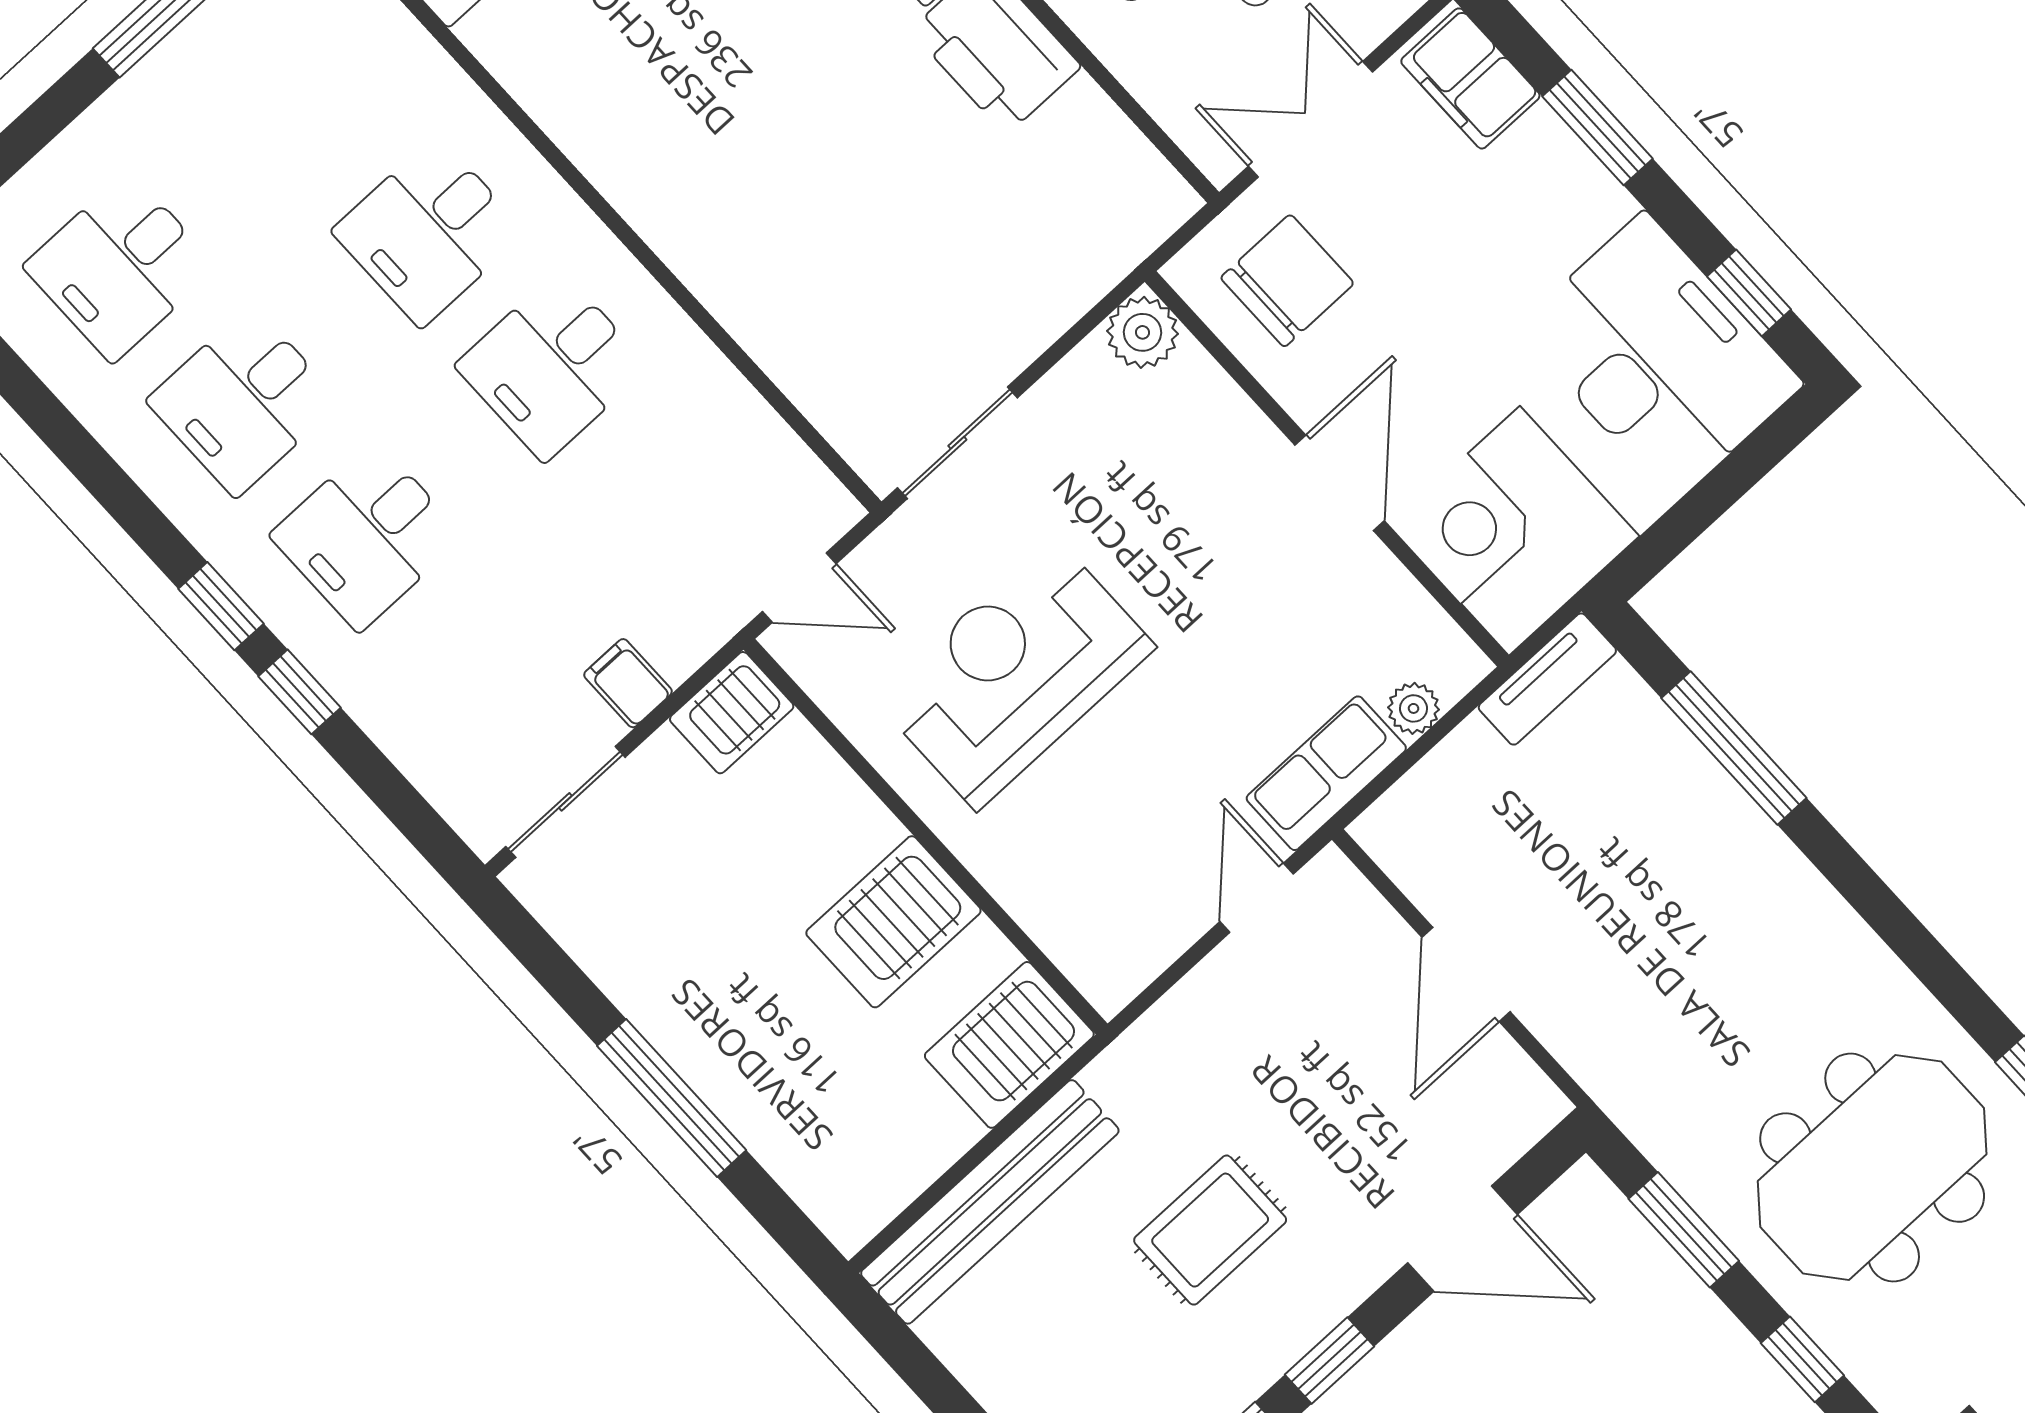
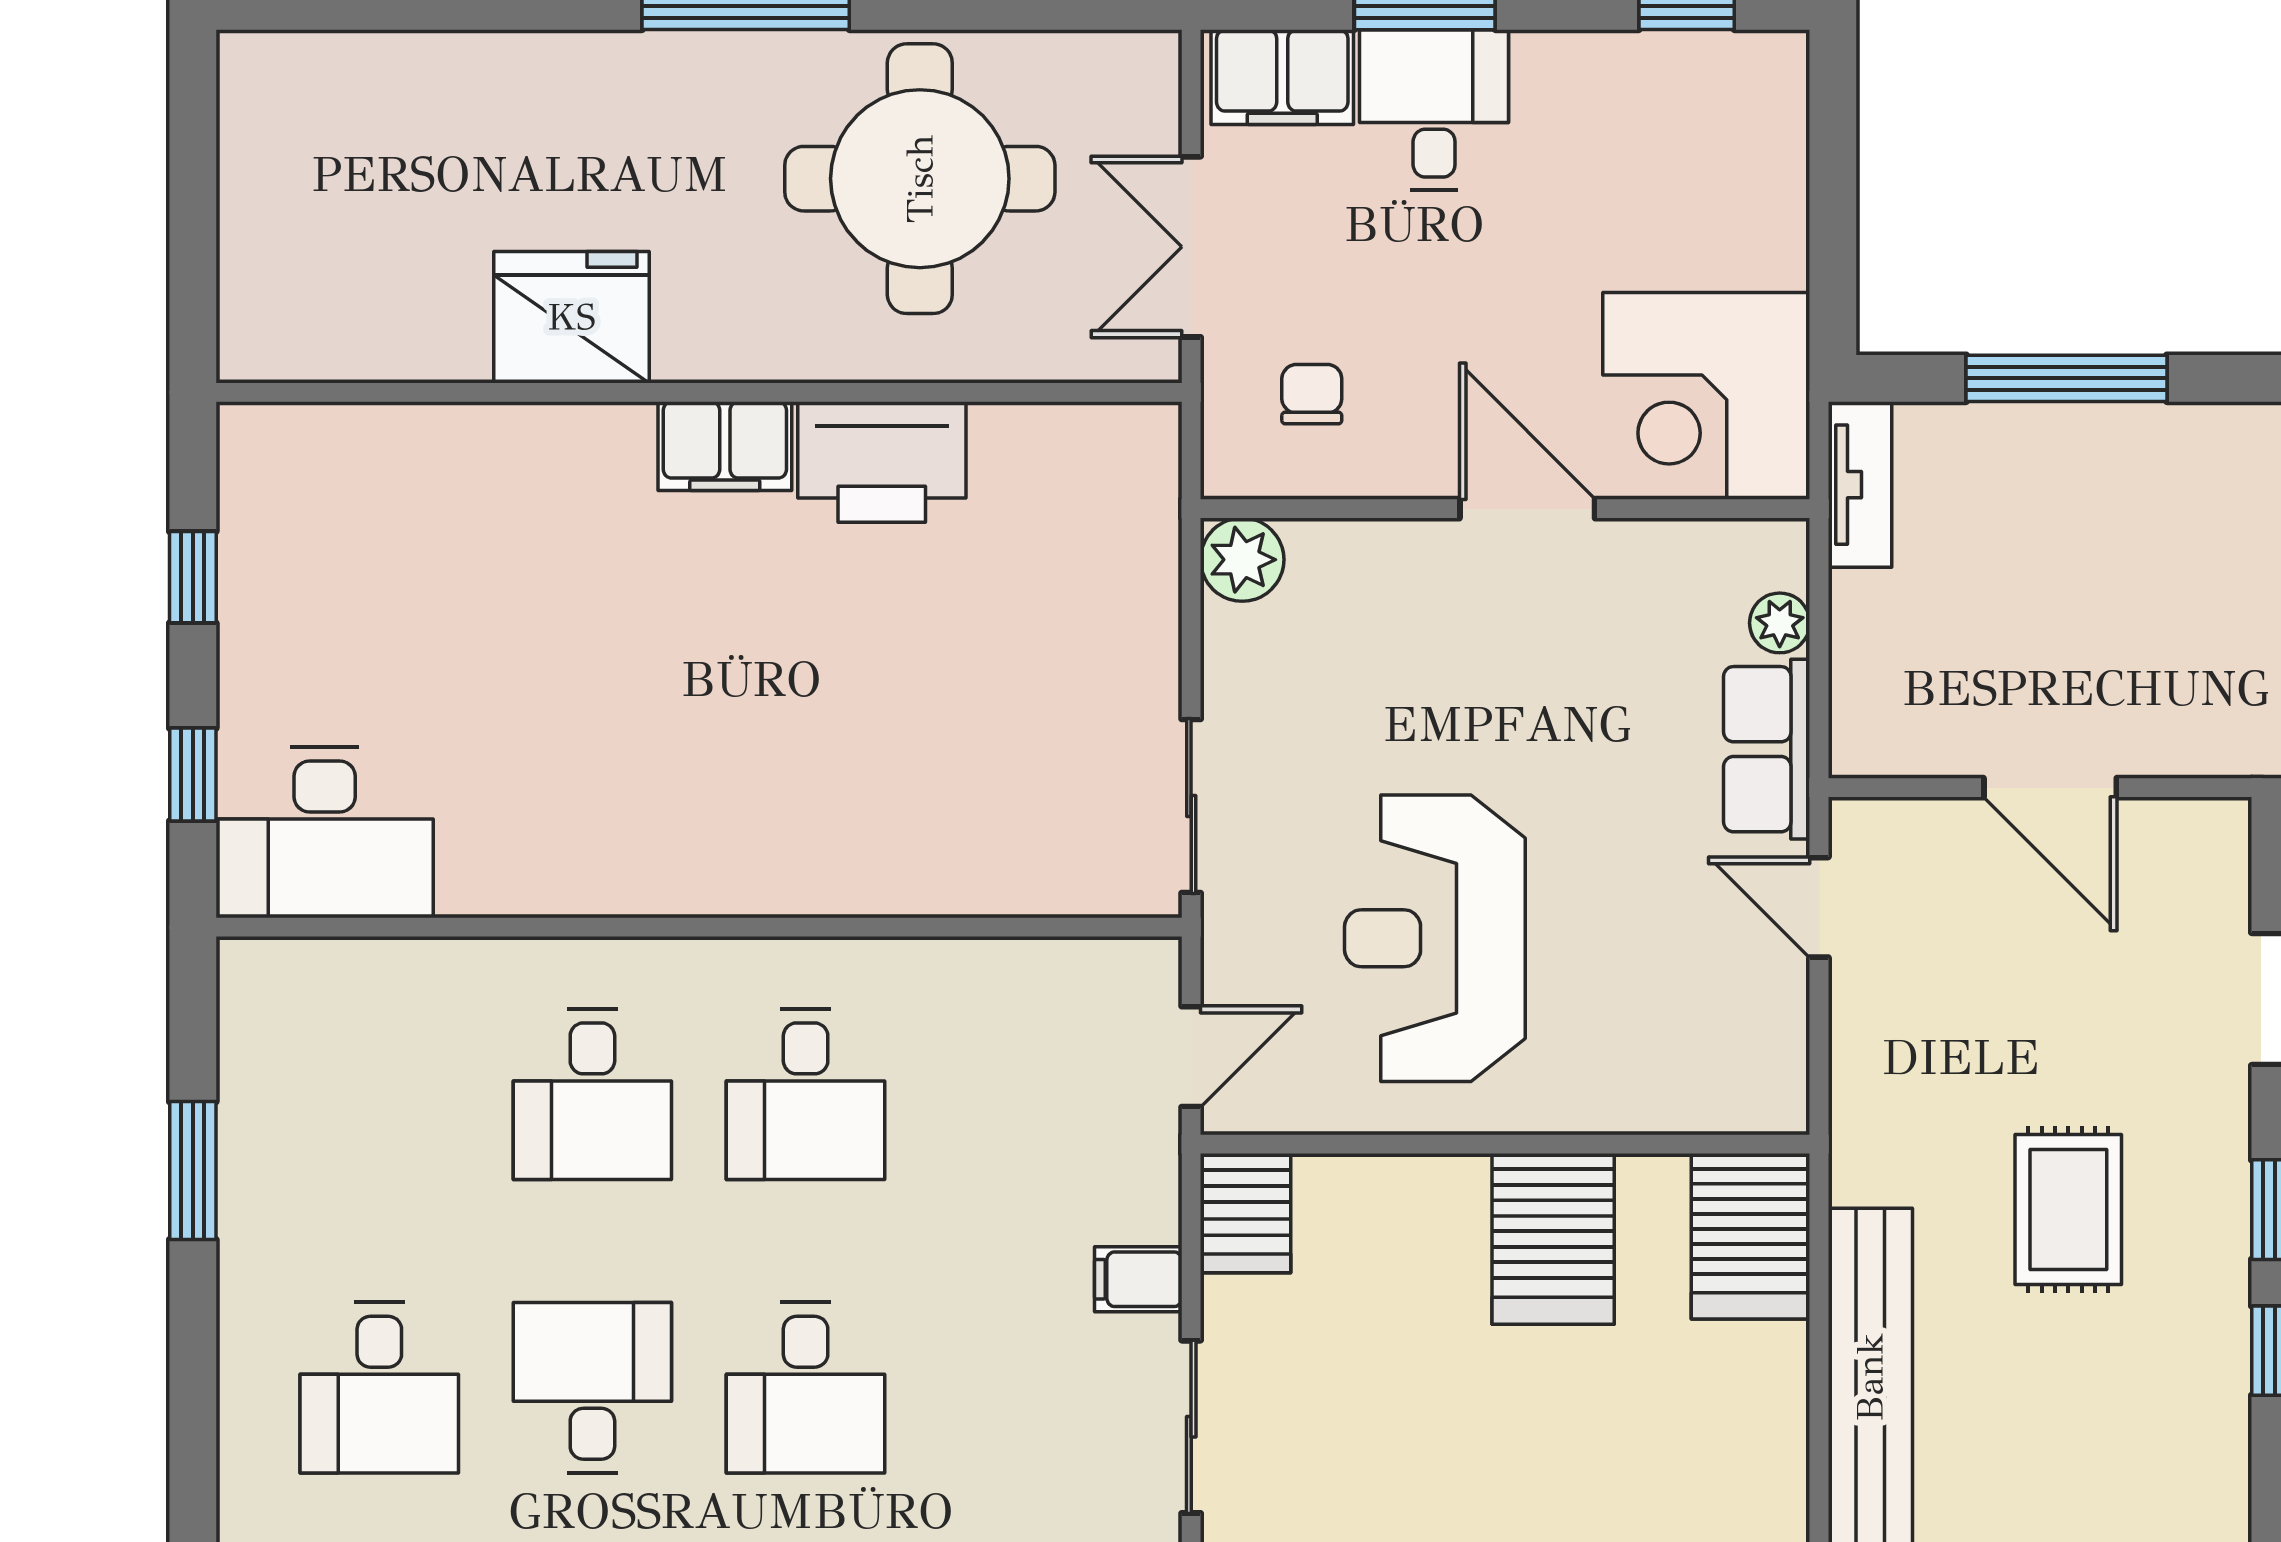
chair: (1287, 281) -> (1312, 394), width x0.54, depth x0.54
desk: (1659, 356) -> (1434, 110), moved, width x0.53, depth x0.77
desk: (244, 401) -> (592, 1388), turned 180

